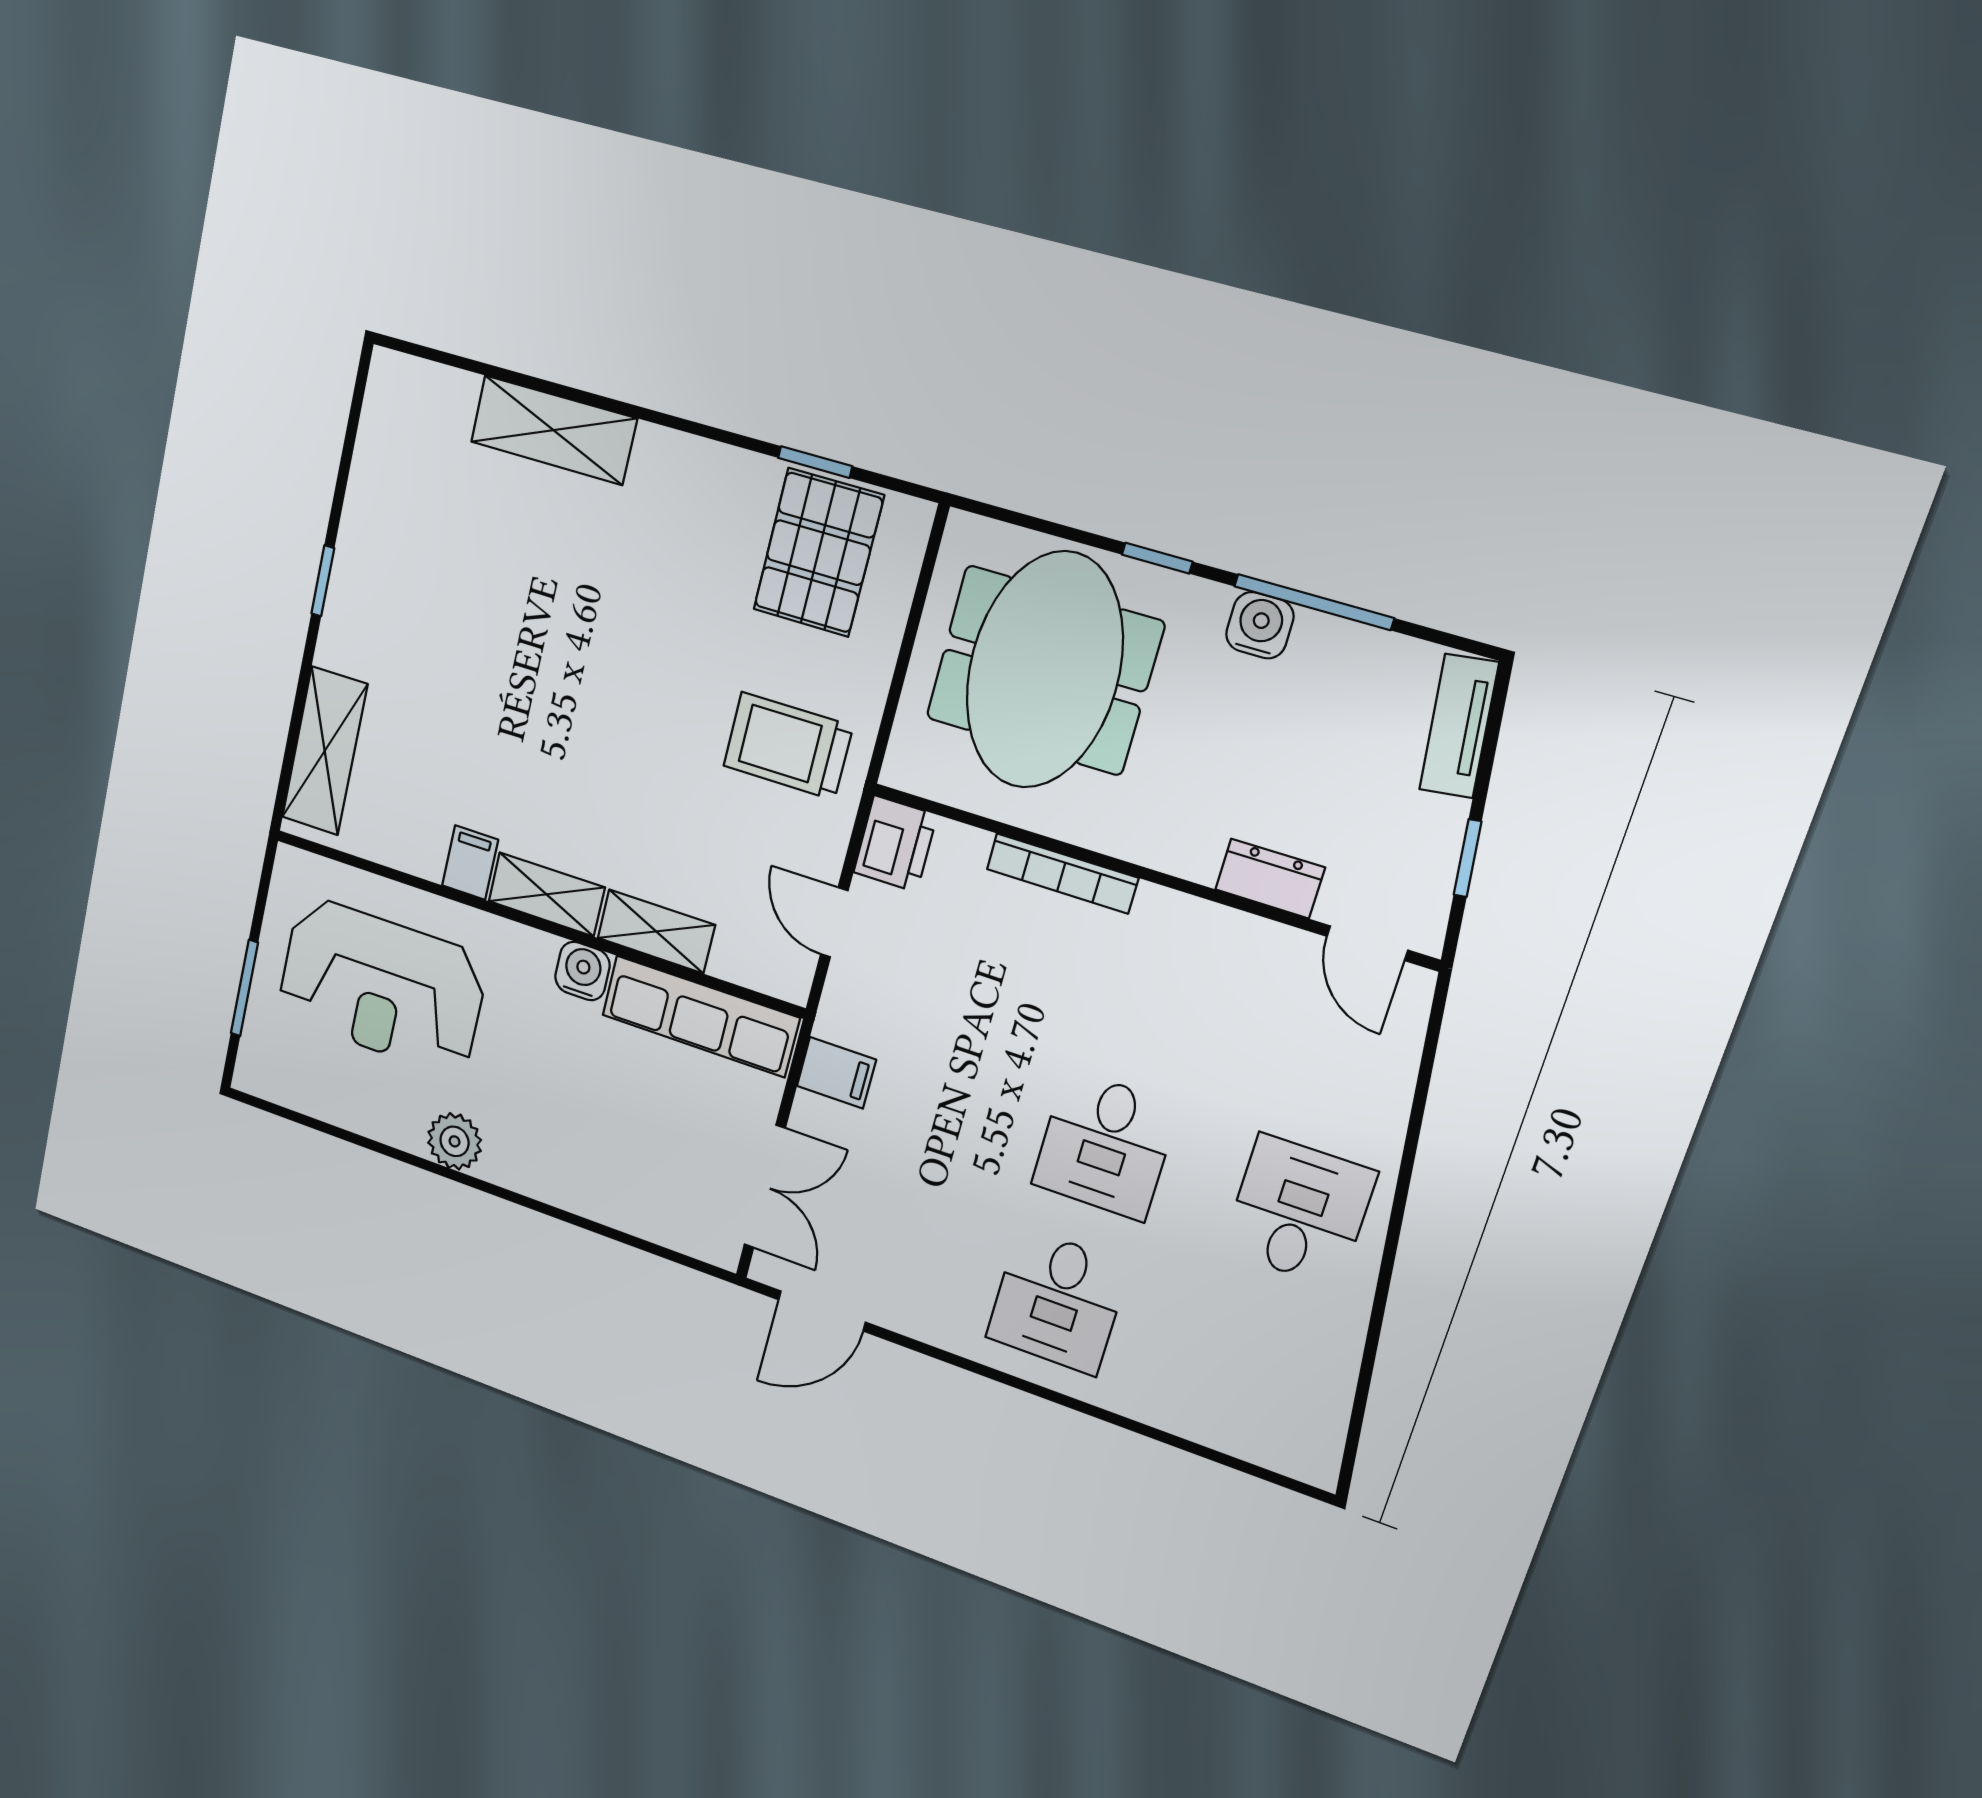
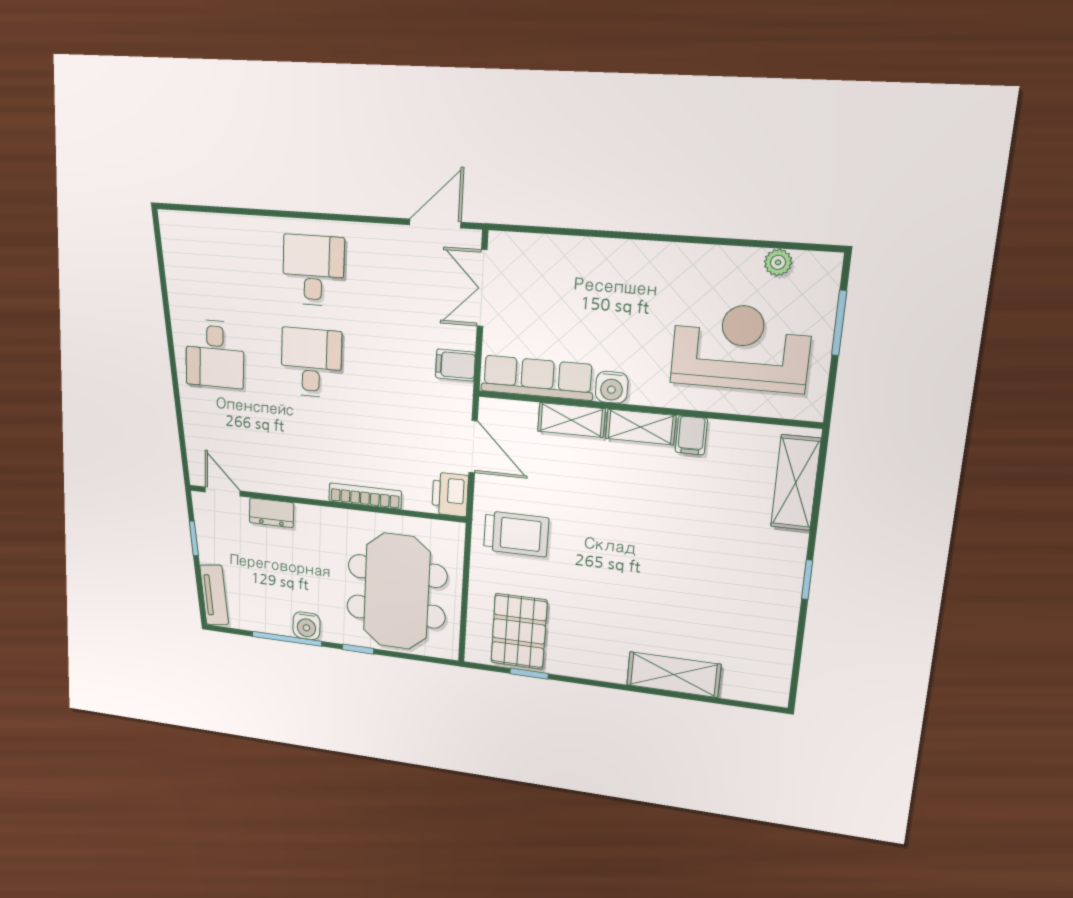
door: (834, 922) -> (473, 447), width x1.37
plant: (455, 1141) -> (778, 262), moved, width x0.73, depth x0.73

